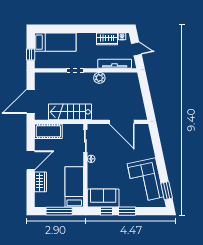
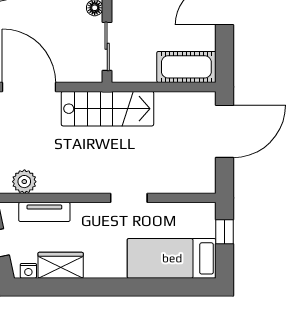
tv unit: (115, 64) -> (44, 212), width x0.71
plant: (99, 78) -> (24, 182), moved
stairs: (70, 112) -> (107, 109), moved

